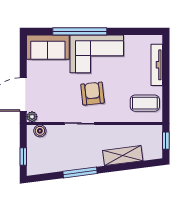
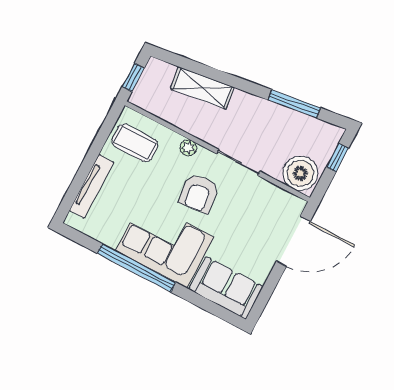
window: (80, 31) -> (136, 268), moved
plant: (32, 117) -> (188, 148), moved
boiler: (40, 131) -> (300, 173), width x1.86, depth x1.86
window: (80, 172) -> (294, 104), moved

